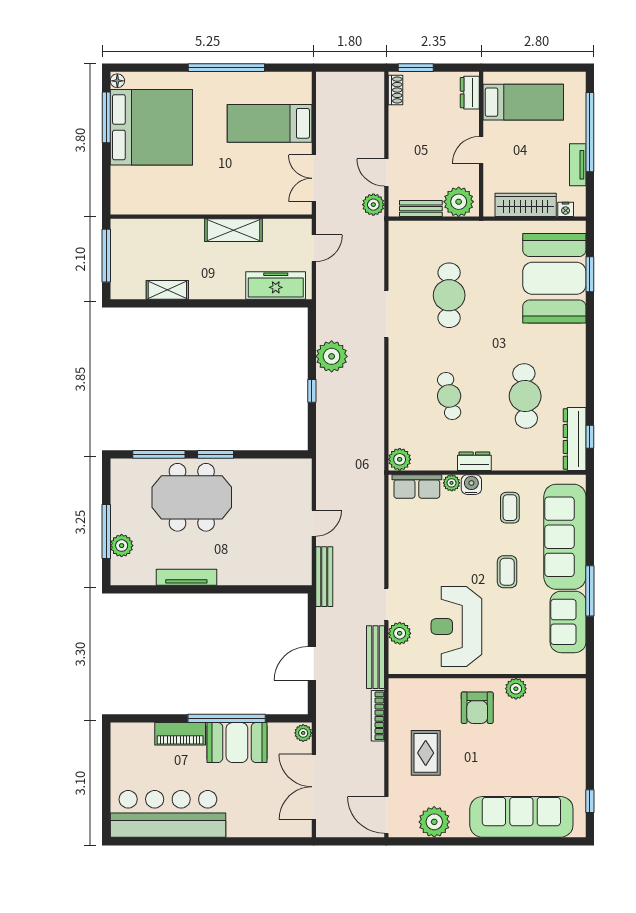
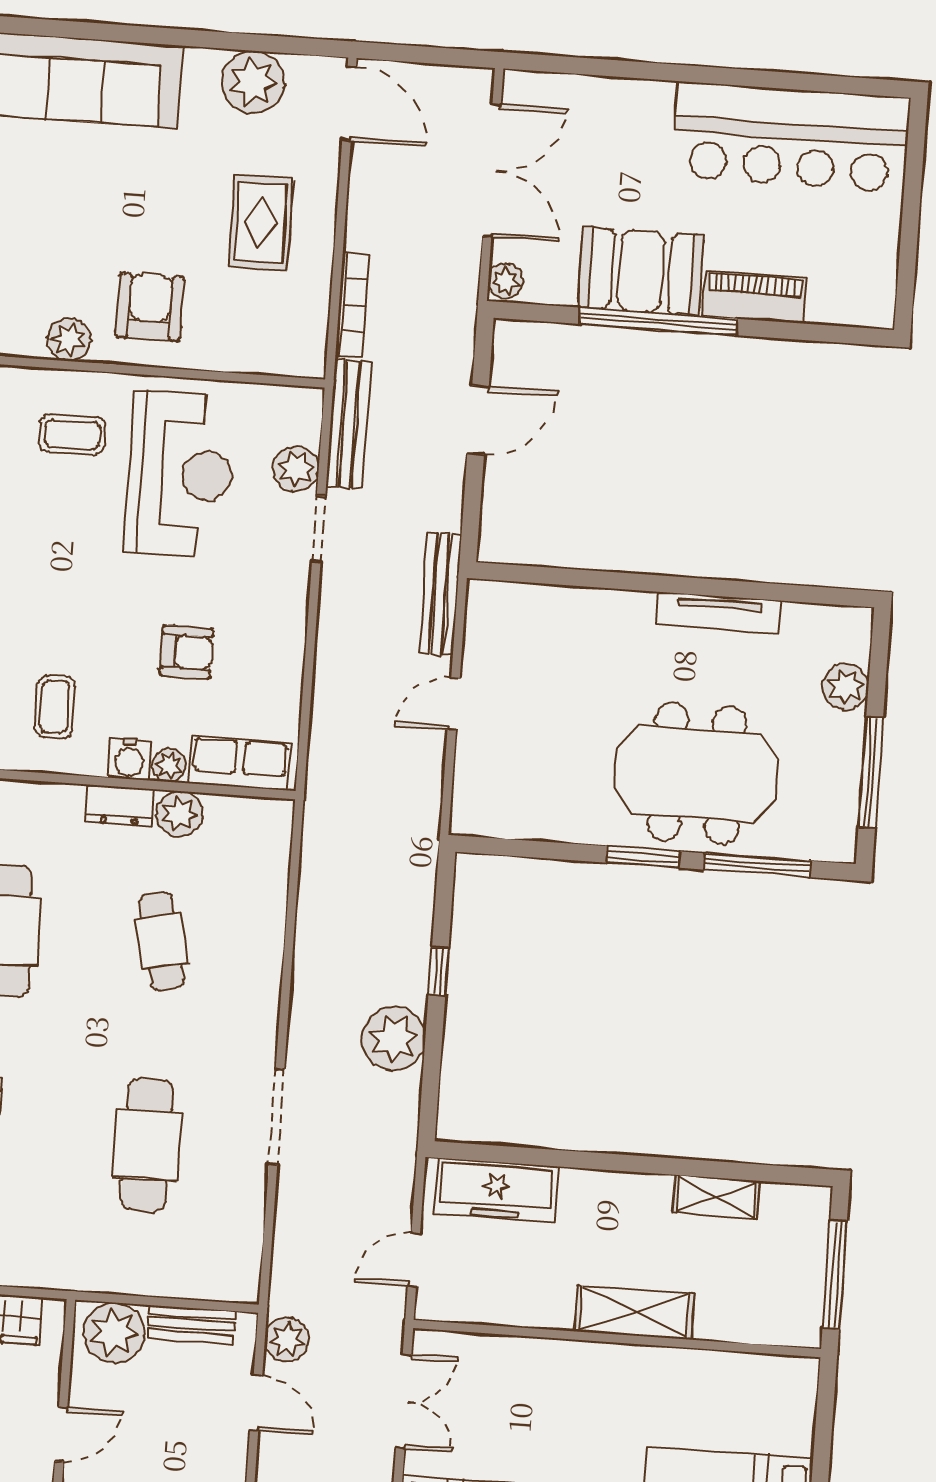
shelving: (233, 230) -> (634, 1312), moved
plant: (400, 459) -> (179, 814), moved
window: (106, 532) -> (871, 772), moved
armchair: (447, 539) -> (187, 652), added
coffee table: (507, 572) -> (72, 434), moved, turned 90

